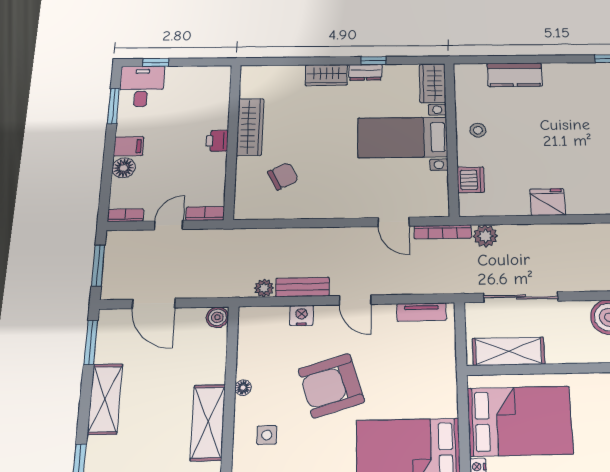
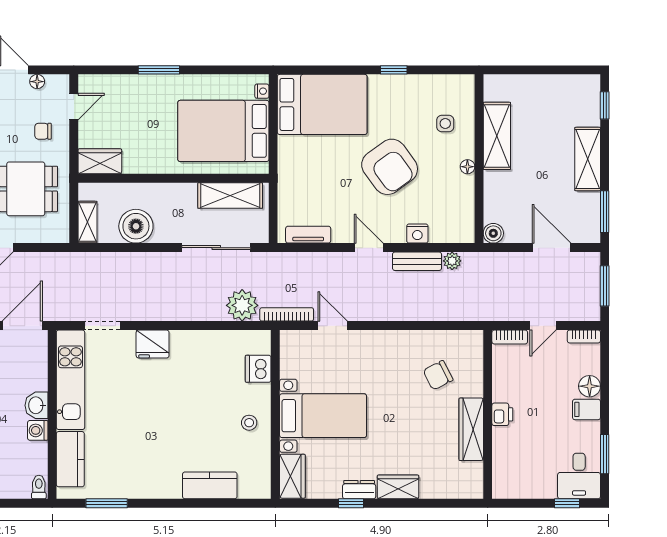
fridge: (548, 202) -> (153, 344), moved
plant: (485, 236) -> (242, 305), width x1.36, depth x1.36
armchair: (331, 386) -> (390, 167), turned 71

